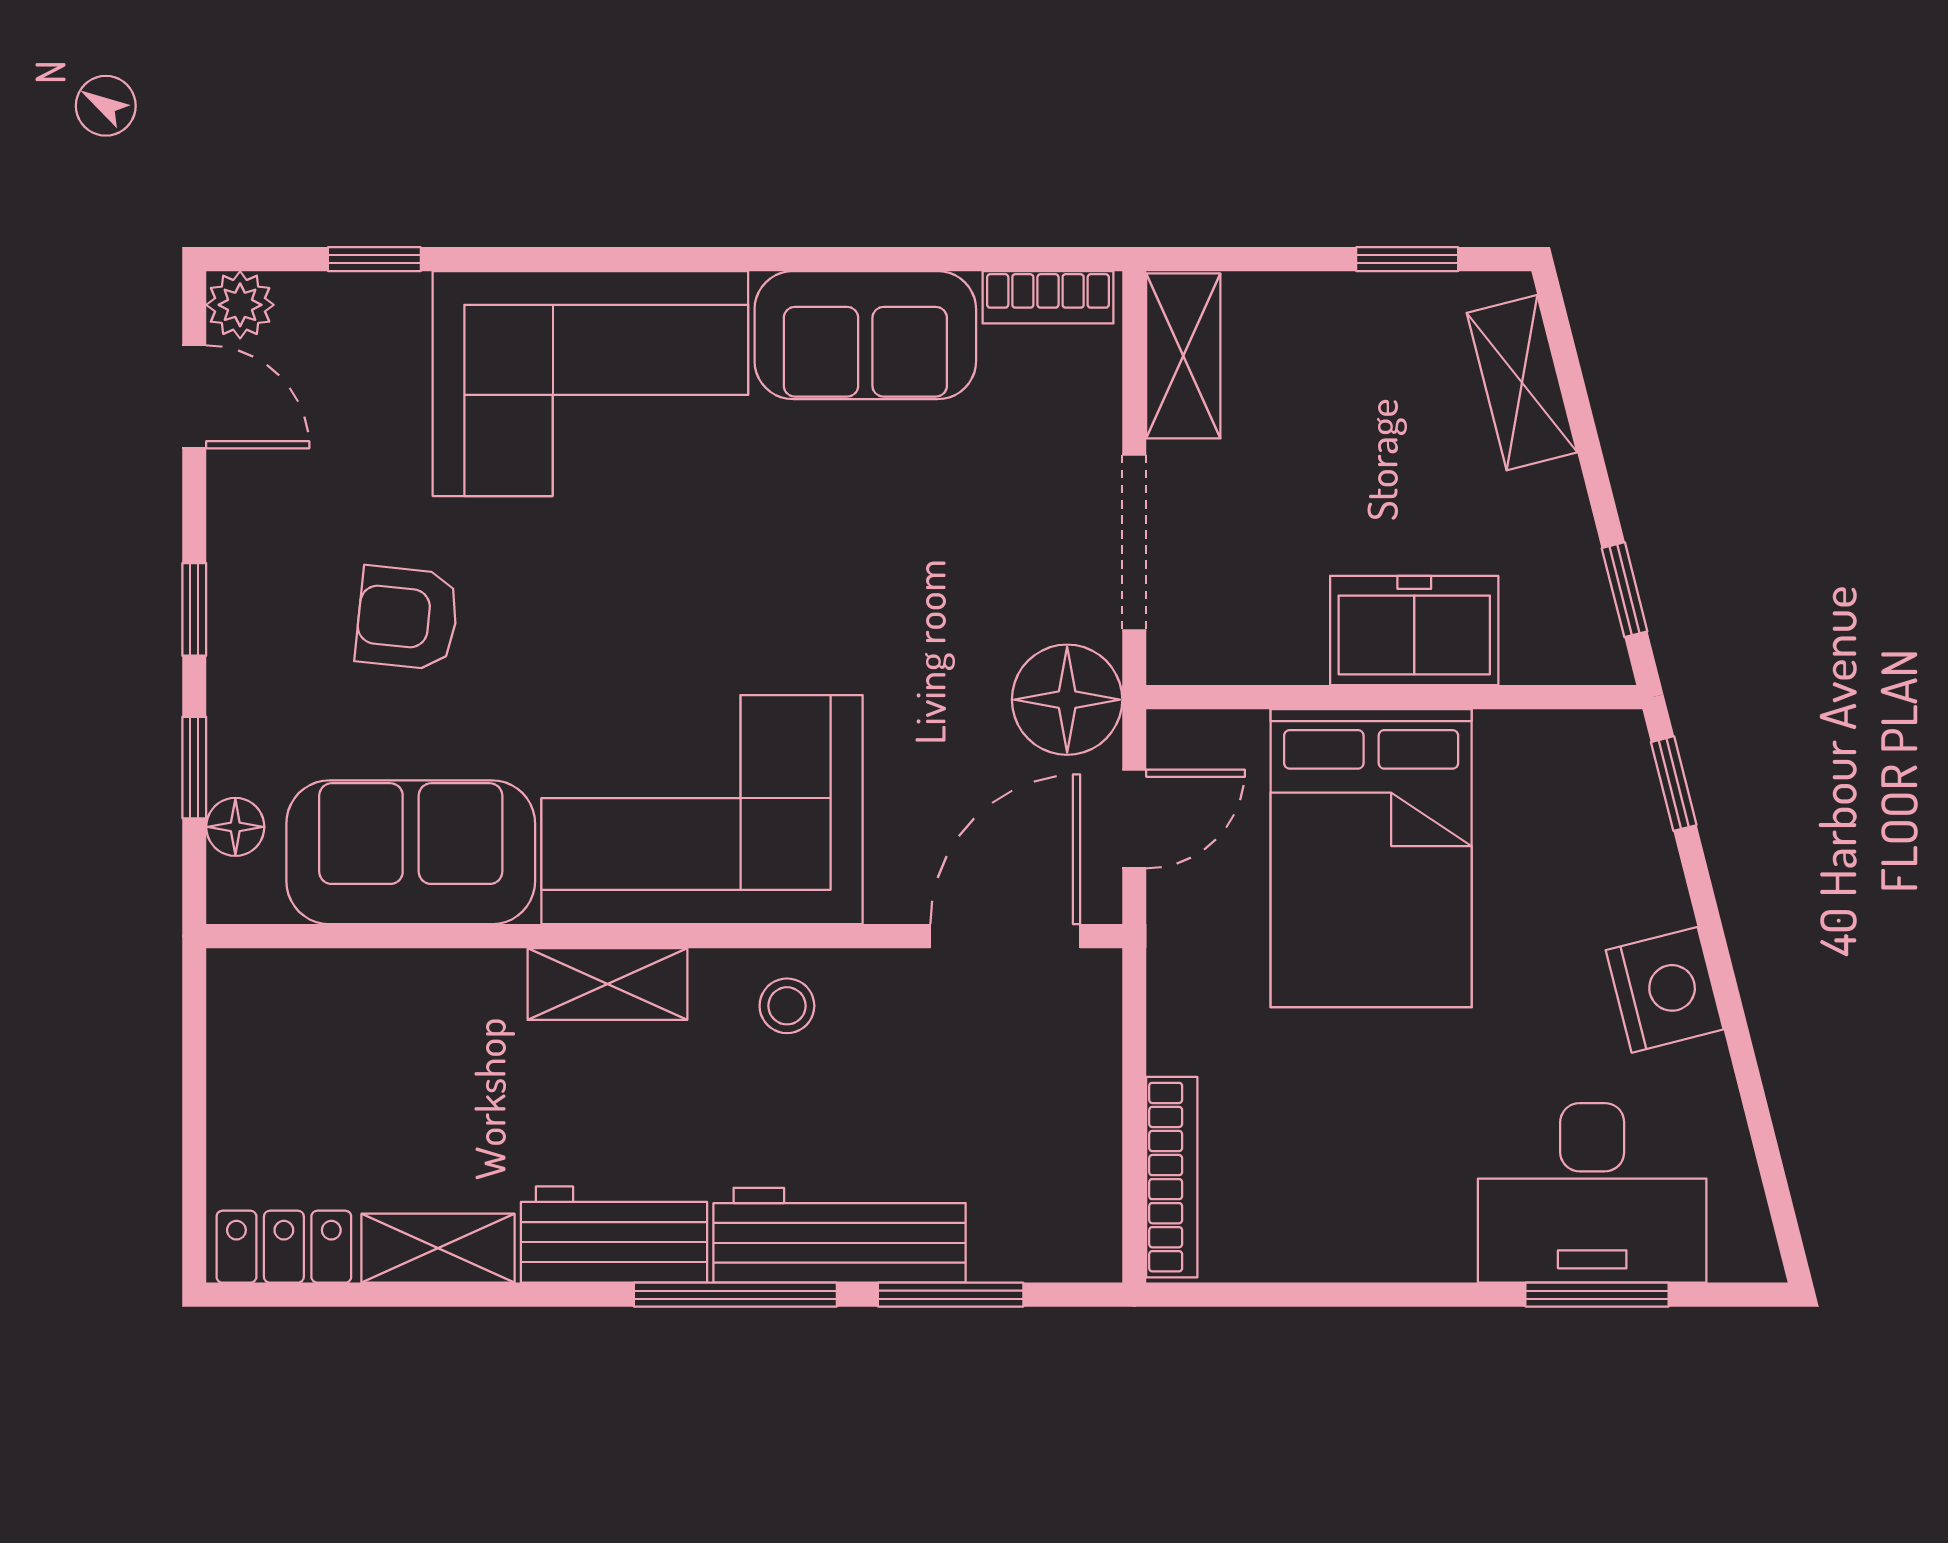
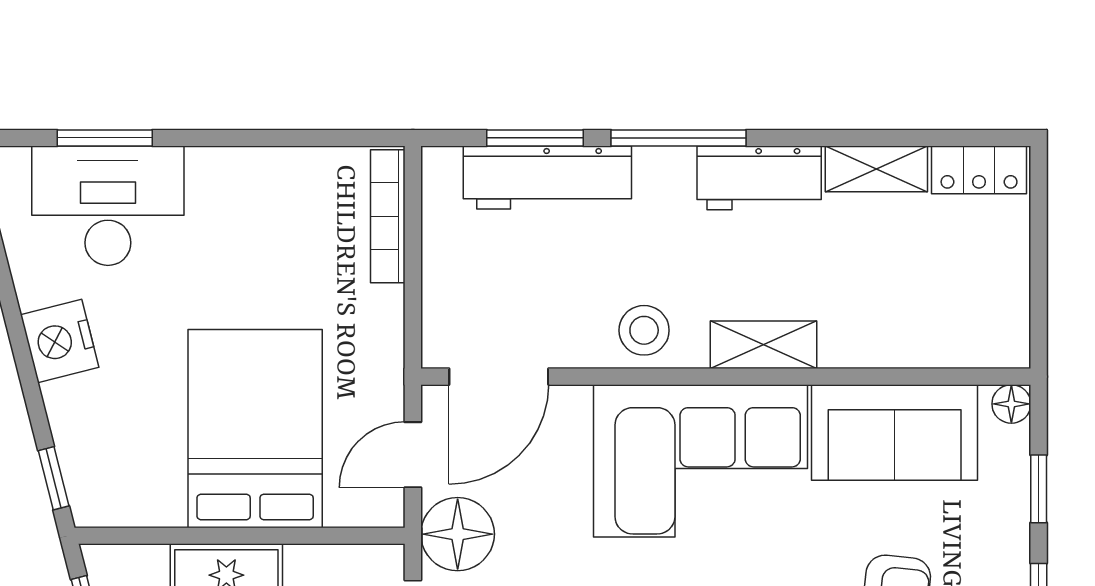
floor lamp: (235, 827) -> (1011, 404), moved
stool: (787, 1006) -> (644, 330), width x1.37, depth x1.37
workbench: (840, 1235) -> (547, 178), moved

